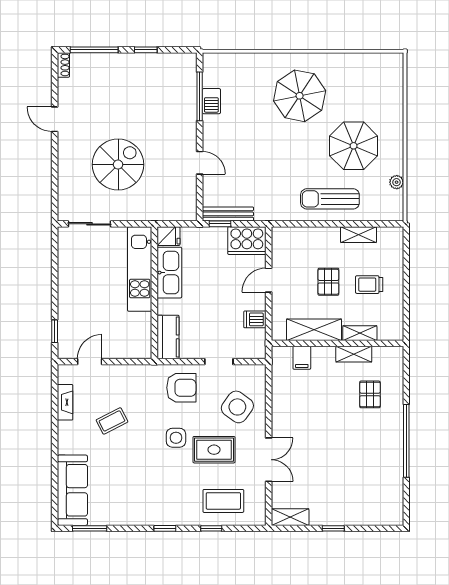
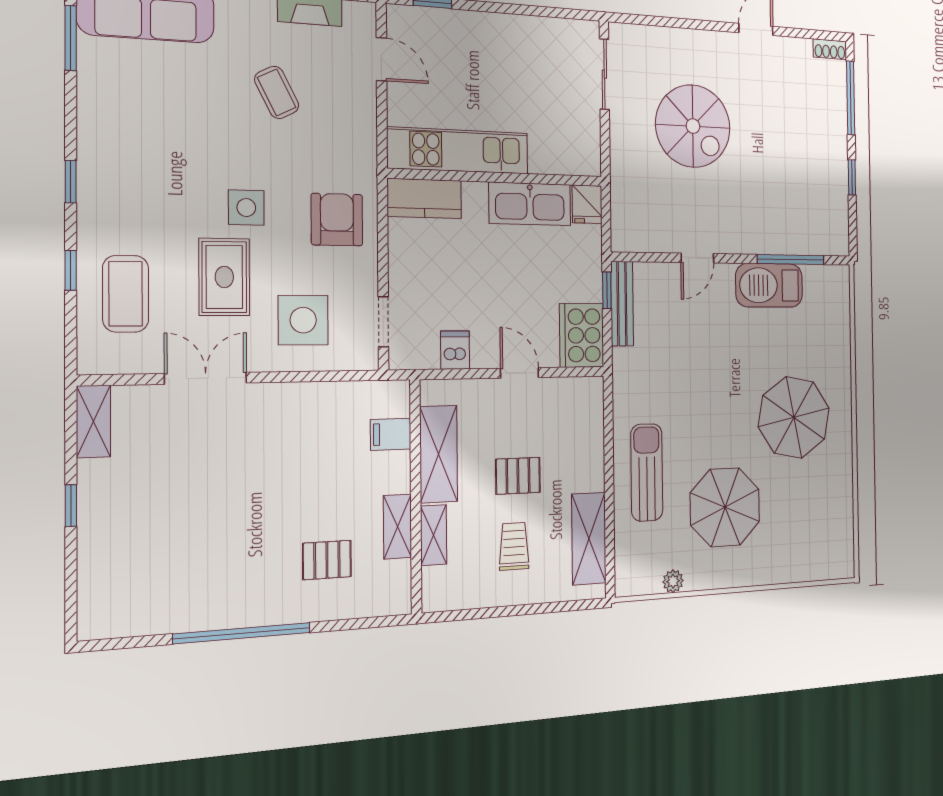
barbecue: (211, 101) -> (769, 285), width x1.88, depth x1.53
shelving: (358, 235) -> (589, 539), width x1.50, depth x1.33
kitchen unit: (140, 269) -> (458, 151), moved
doorway: (219, 362) -> (383, 322), moved
armchair: (181, 388) -> (337, 220), turned 180
side table: (237, 407) -> (303, 320), turned -36
double door: (269, 460) -> (206, 378), swing flipped

